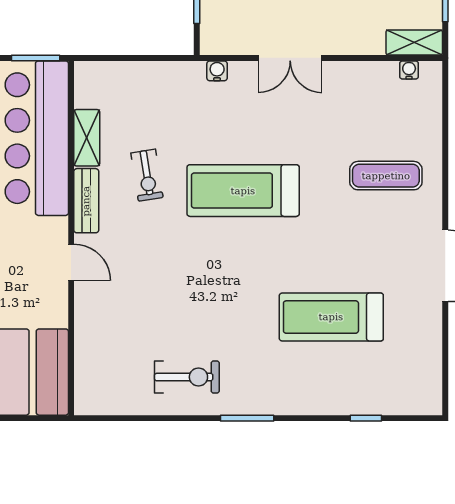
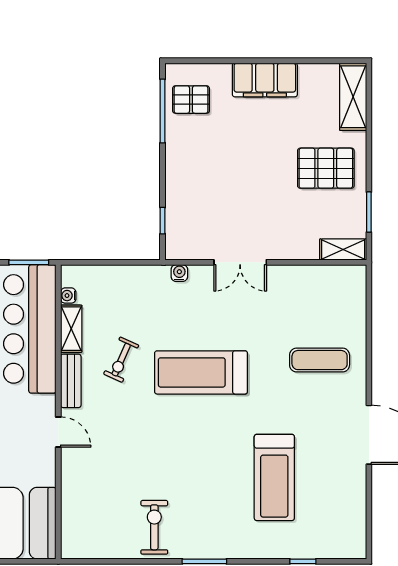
water cooler: (409, 70) -> (68, 296), moved, turned -90
exercise bike: (147, 175) -> (121, 360), turned 33
treadmill: (331, 317) -> (274, 477), turned -90
exercise bike: (187, 377) -> (154, 527), turned -90

